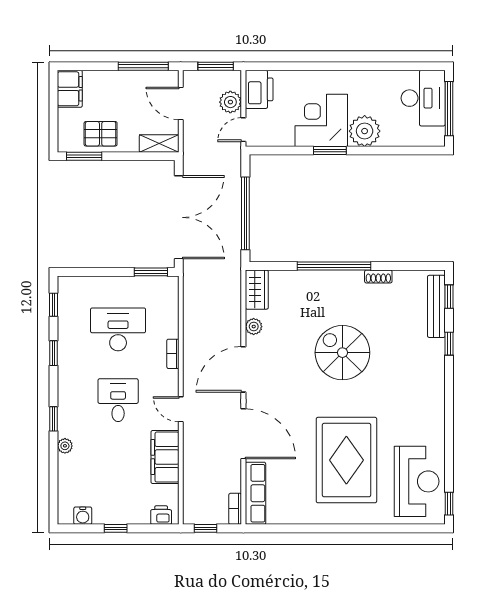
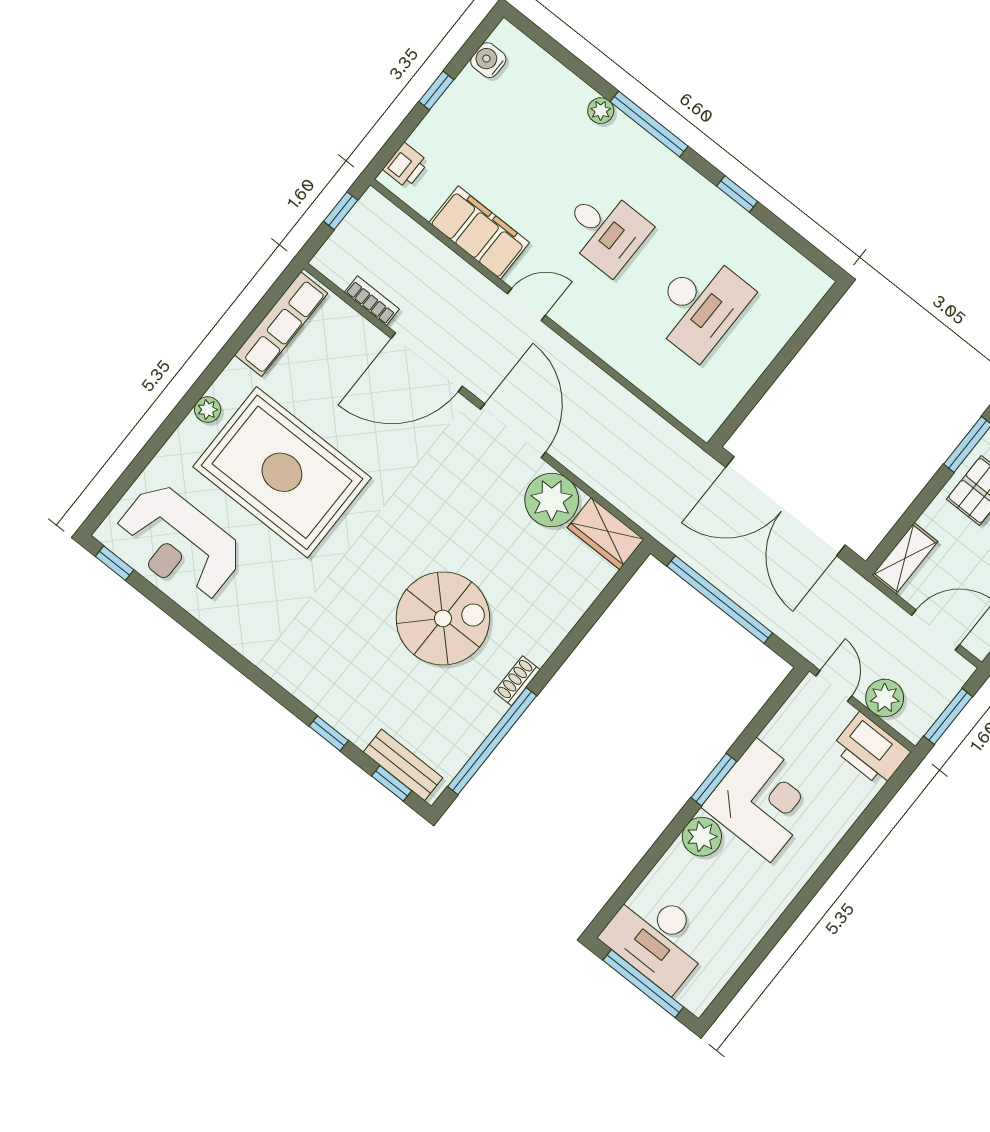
desk: (423, 98) -> (657, 938), moved
plant: (365, 131) -> (702, 837), width x0.73, depth x0.73
window: (334, 266) -> (492, 741), moved
window: (151, 272) -> (742, 411), removed
shoe rack: (378, 276) -> (517, 681), moved
window: (53, 305) -> (802, 245), removed
bench: (436, 306) -> (403, 765), width x0.73
plant: (254, 327) -> (552, 500), width x1.88, depth x1.88
spiral stairs: (342, 353) -> (443, 618), moved
bookcase: (173, 354) -> (609, 353), removed
window: (53, 419) -> (649, 124), width x2.17
row of seats: (255, 493) -> (281, 324), moved, turned -90
bookcase: (235, 509) -> (372, 301), moved
plant: (345, 517) -> (208, 410), added

